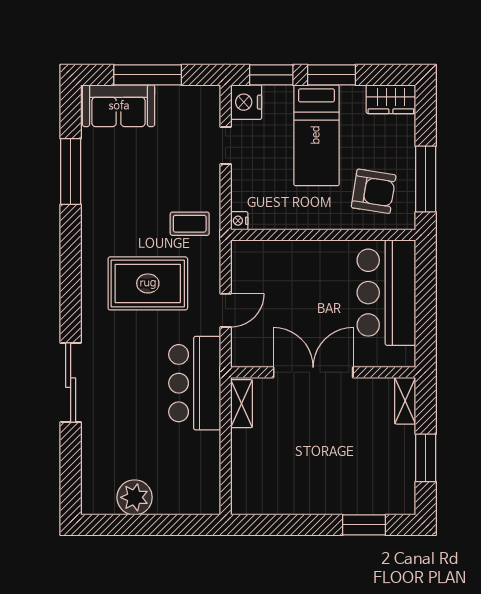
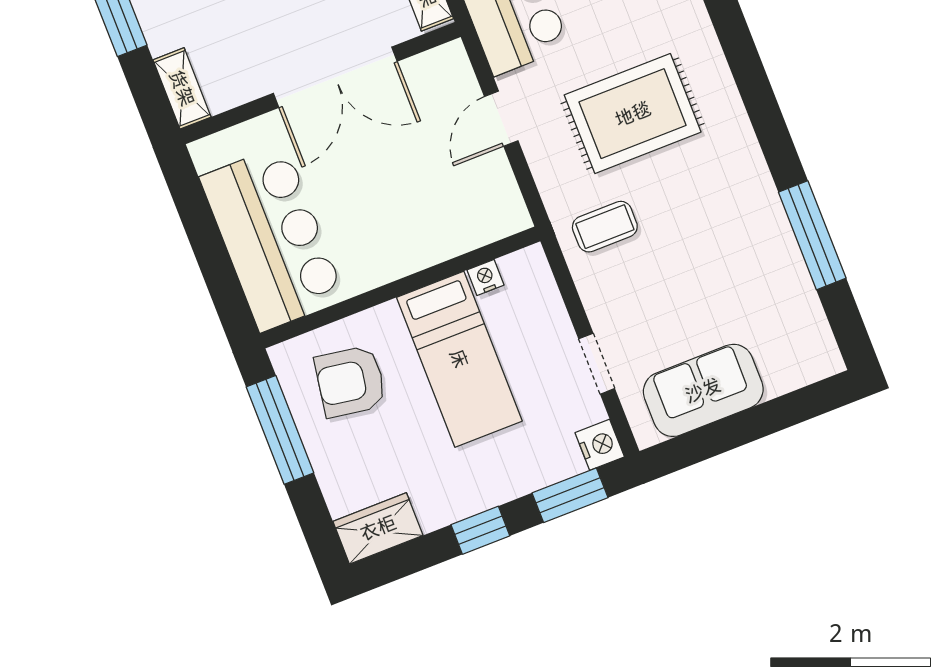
window: (148, 75) -> (754, 424), removed
window: (331, 75) -> (480, 530), width x0.67
nightstand: (246, 102) -> (600, 445), width x0.74, depth x0.75
sofa: (119, 106) -> (703, 390), moved
bed: (316, 135) -> (459, 359), moved, turned 180
nightstand: (239, 221) -> (486, 277), moved, turned -90

